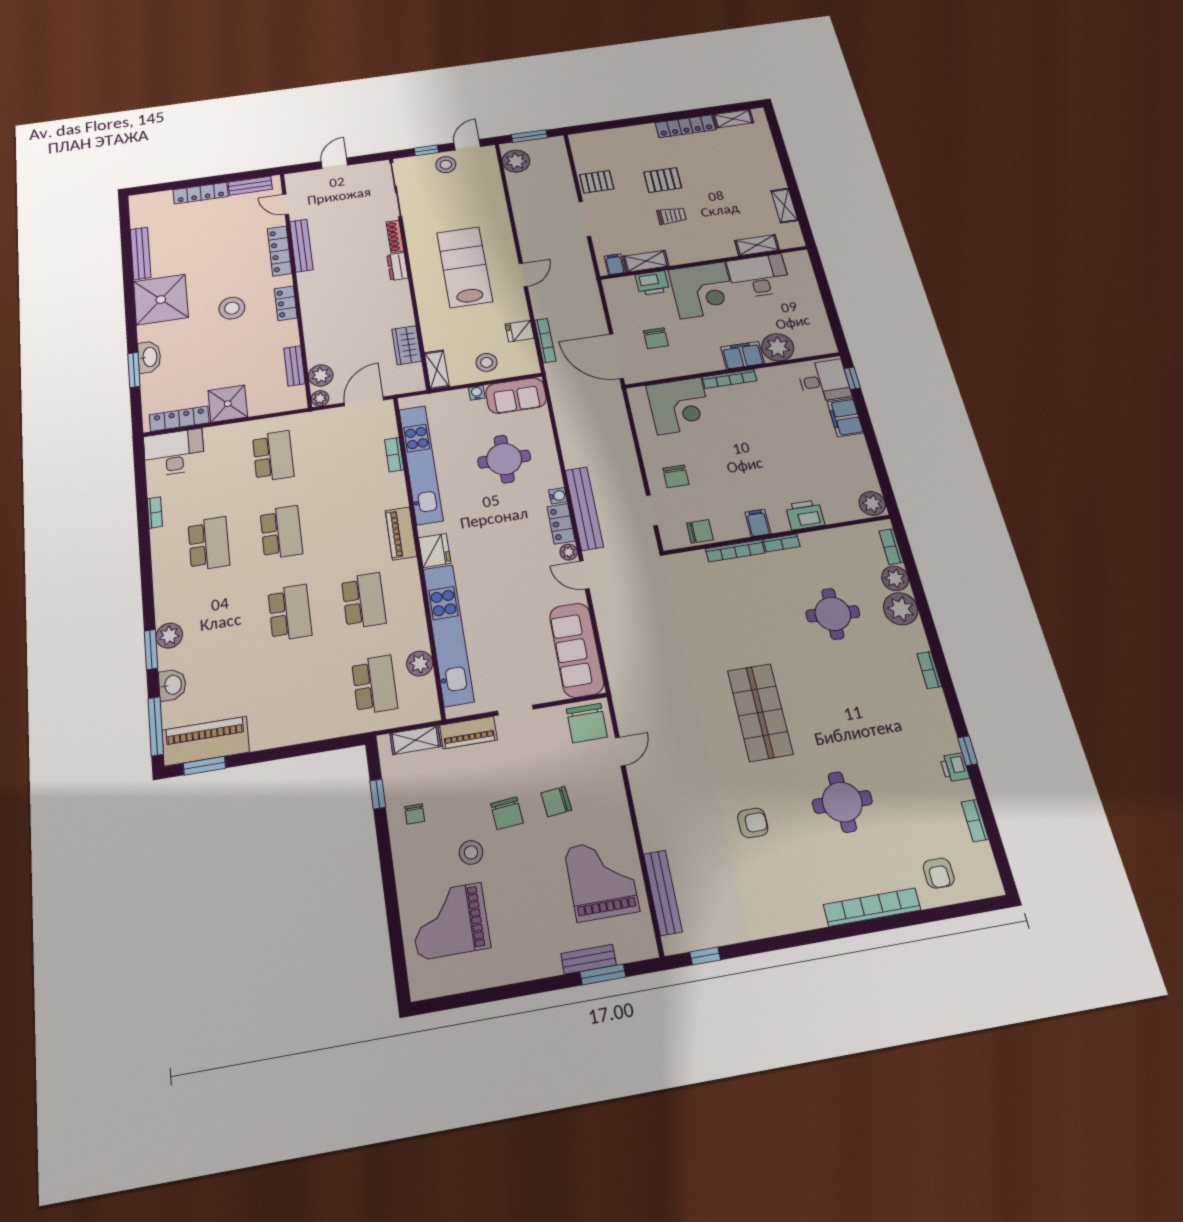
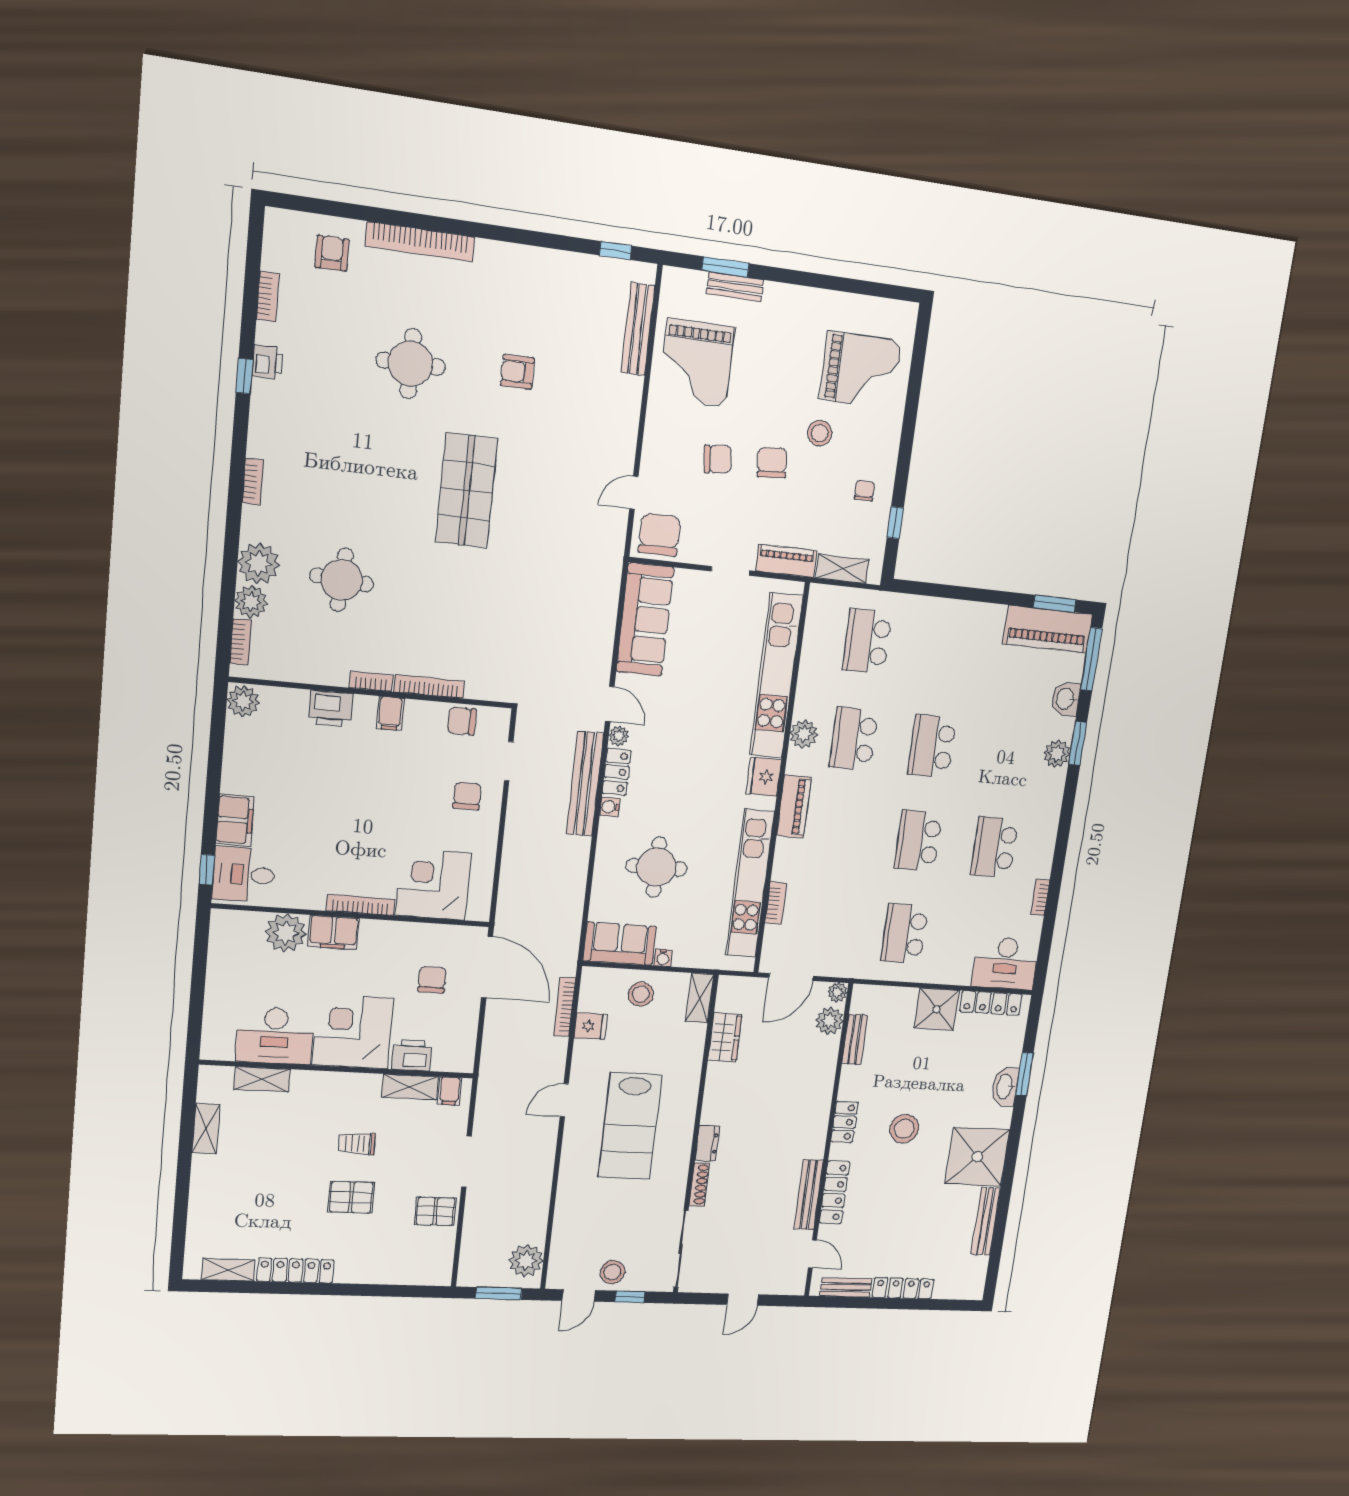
plant: (420, 664) -> (804, 734), moved

